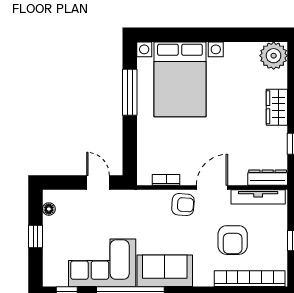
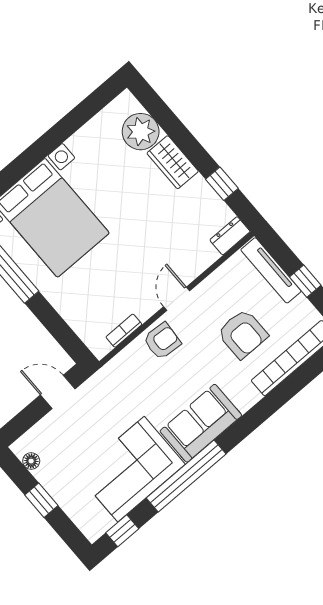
plant: (274, 56) -> (141, 132), moved
dresser: (268, 178) -> (230, 236), width x0.70
door: (212, 187) -> (177, 299), width x0.73
tv unit: (258, 197) -> (271, 270), moved, turned 90

